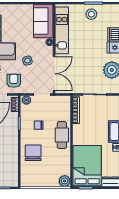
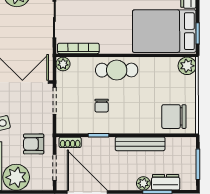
plant: (26, 100) -> (63, 64), moved
bench: (14, 150) -> (140, 144), added
chair: (33, 153) -> (174, 117), moved

